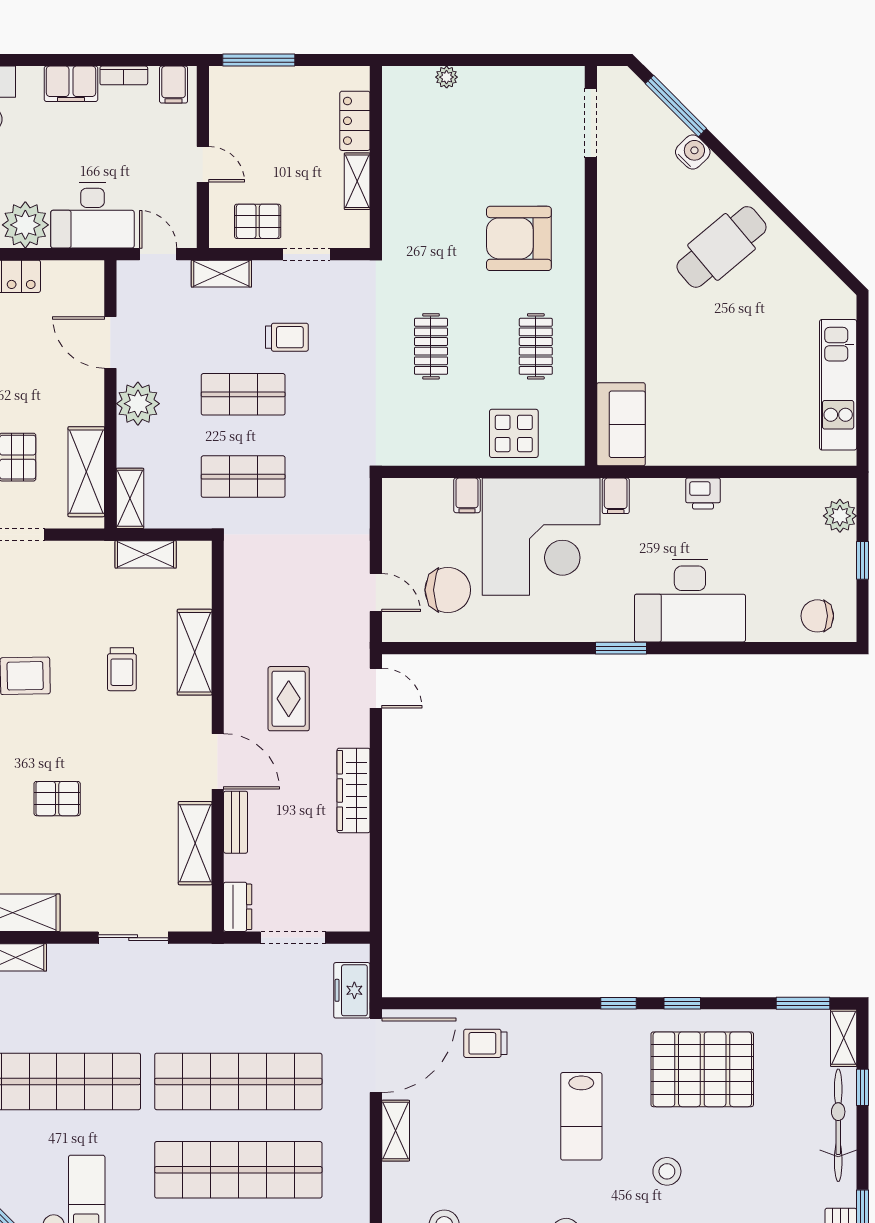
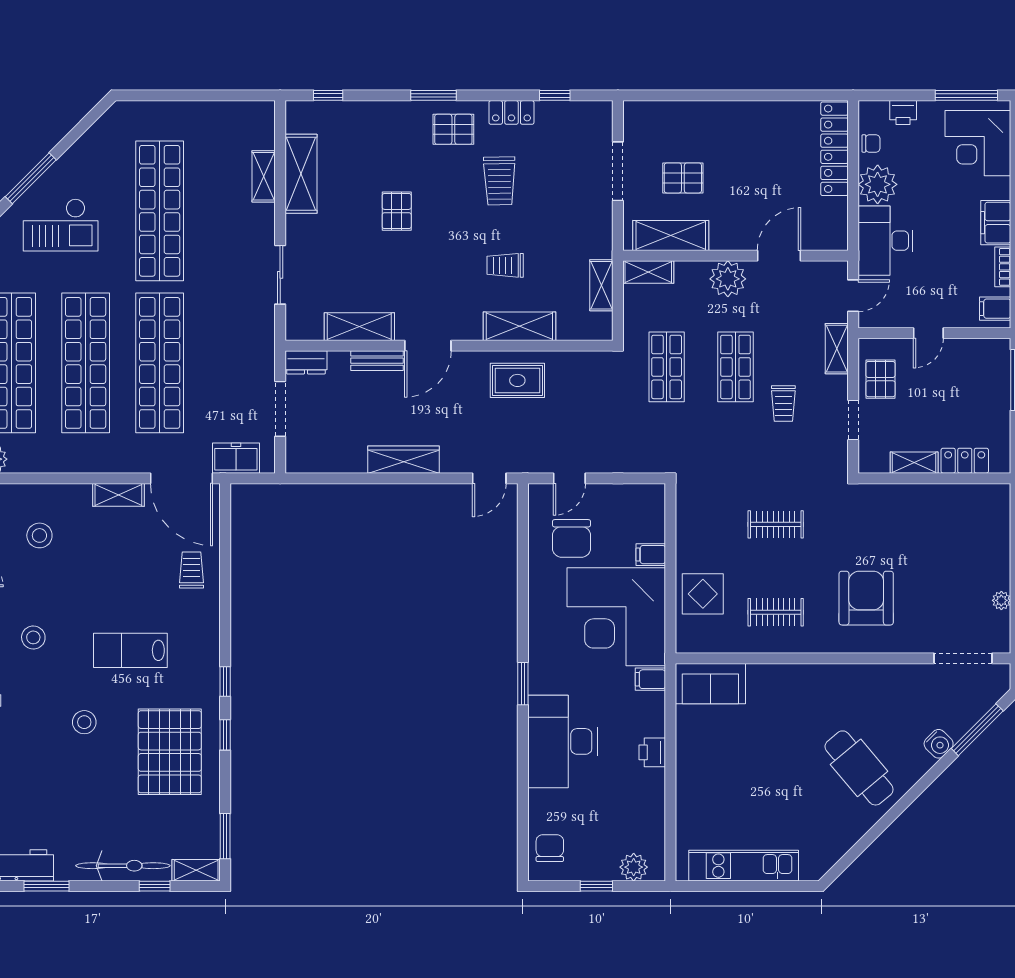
plant: (447, 77) -> (1001, 600), moved
rug: (289, 699) -> (517, 380), moved

